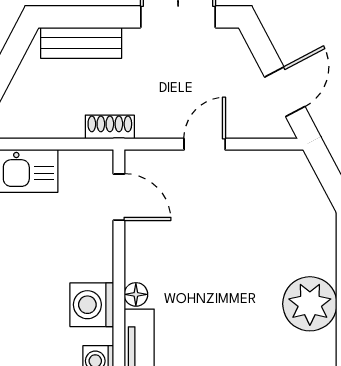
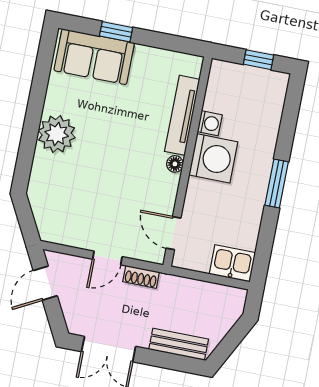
shoe rack: (110, 127) -> (141, 277), moved
washing machine: (92, 305) -> (213, 158), width x1.37, depth x1.37

